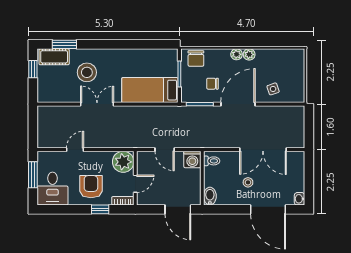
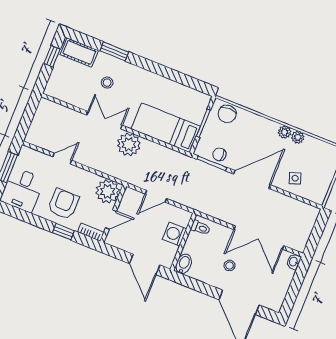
window: (64, 44) -> (114, 51), moved
plant: (237, 54) -> (298, 137), moved
stool: (87, 72) -> (107, 83), width x0.53, depth x0.53
chair: (212, 84) -> (219, 154), moved
plant: (125, 116) -> (129, 144), added
door: (165, 150) -> (156, 196), hinge flipped
washing machine: (192, 160) -> (175, 234), moved, turned 90
washbasin: (299, 199) -> (294, 262), moved

